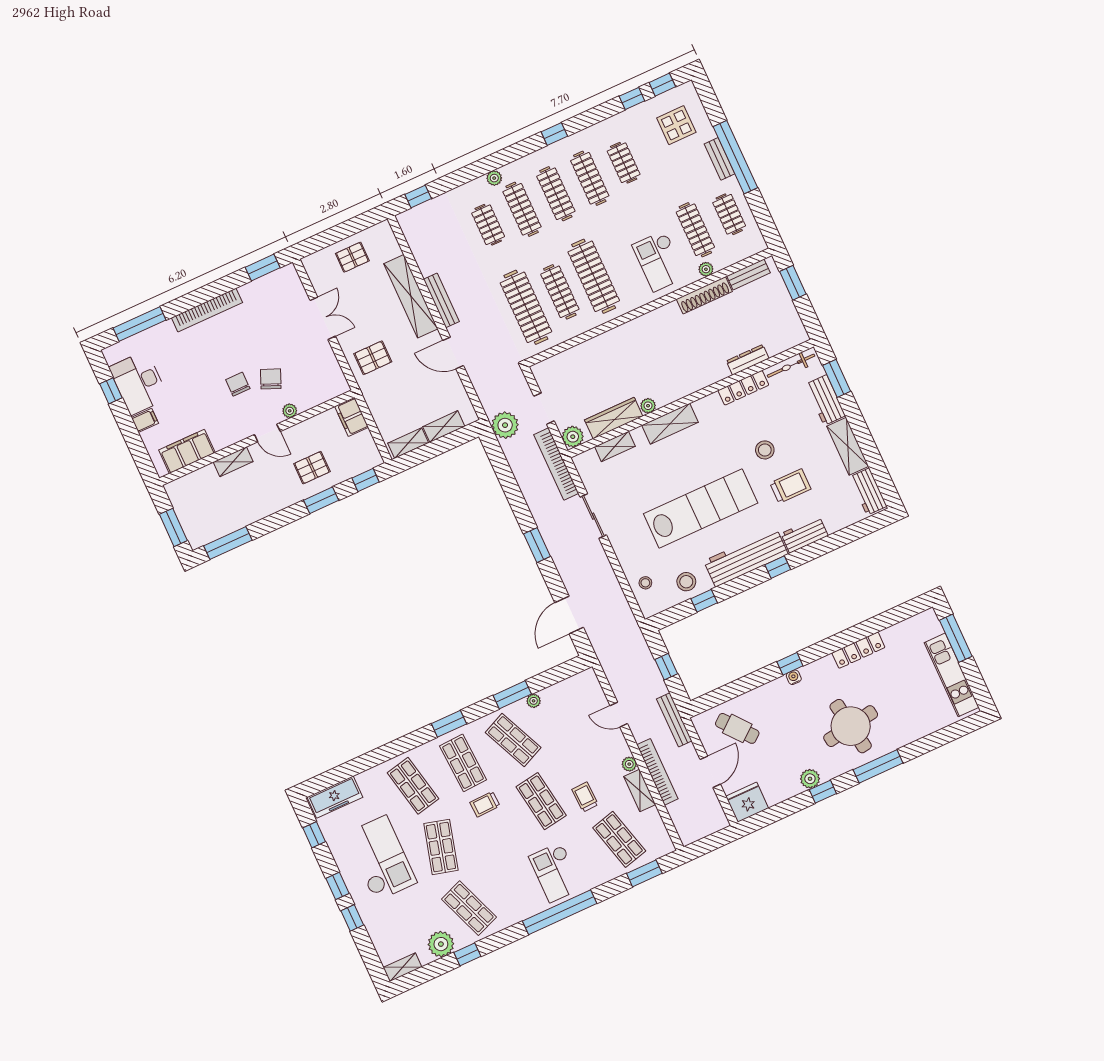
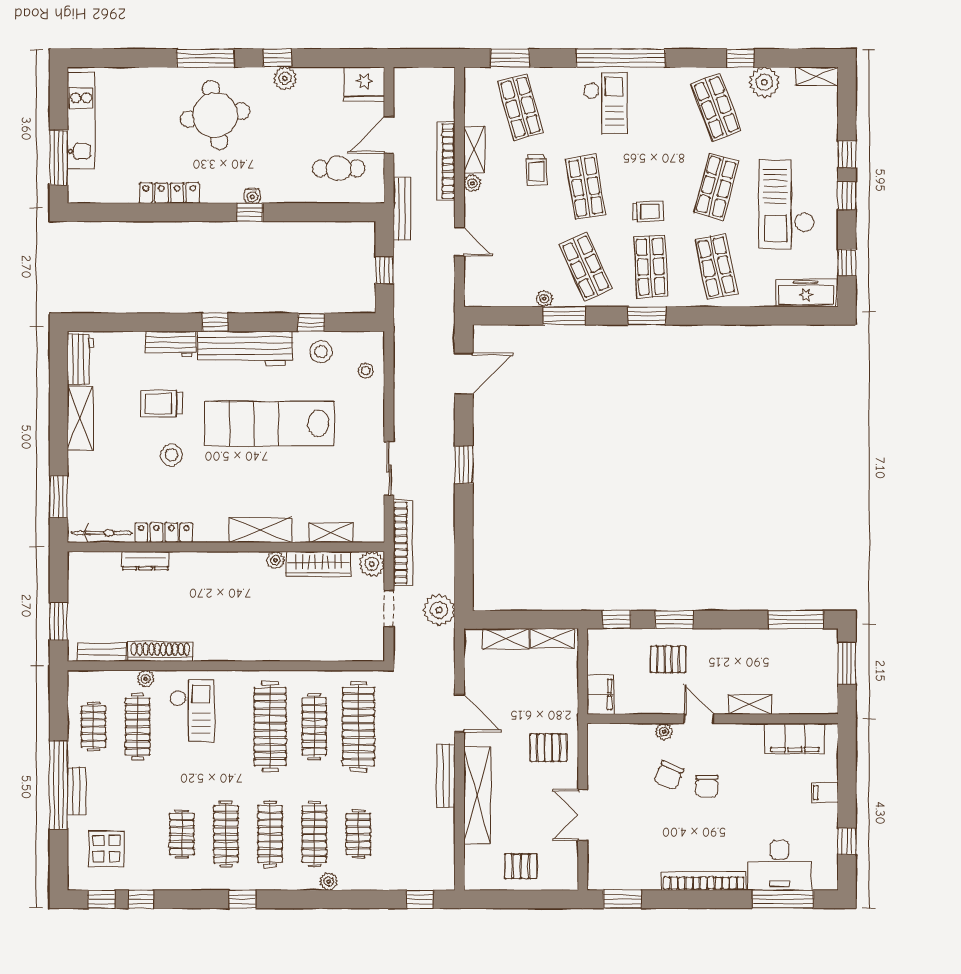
desk: (139, 383) -> (779, 865), moved, turned 90
workbench: (825, 400) -> (81, 479), removed
cafe table: (737, 728) -> (338, 168), turned -51

